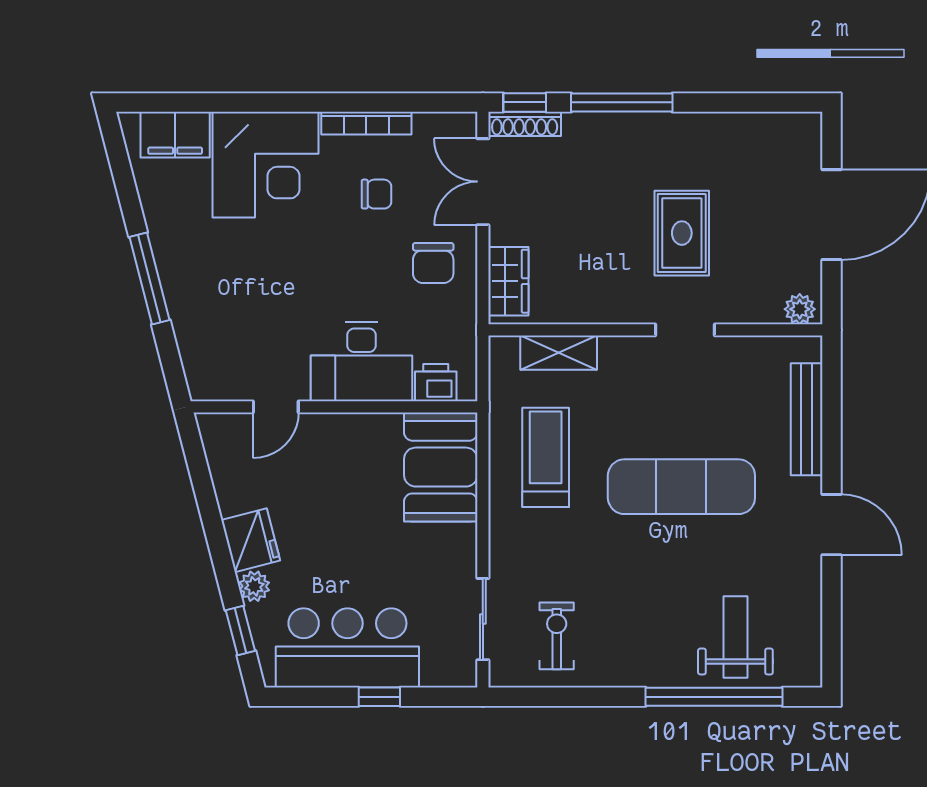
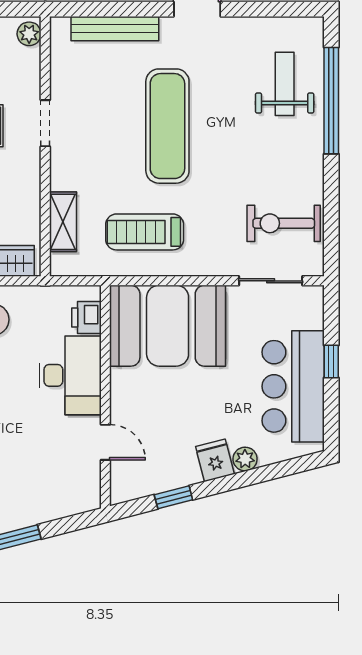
booth: (441, 467) -> (168, 326), width x1.36, depth x1.42
fridge: (251, 540) -> (215, 460), width x0.72
window: (240, 630) -> (173, 497), moved
exercise bike: (557, 636) -> (284, 223), width x1.38, depth x1.39
weight bench: (735, 637) -> (285, 84), turned 90

